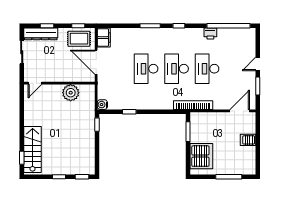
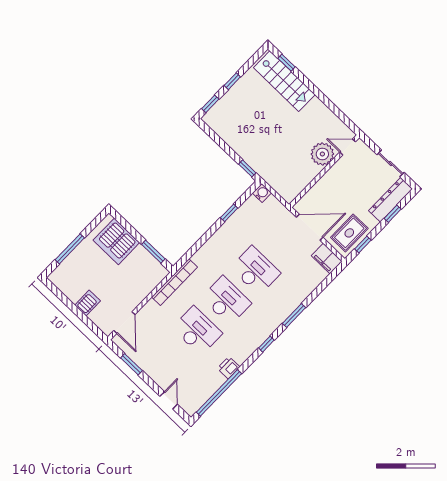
door: (258, 64) -> (169, 400), moved
door: (35, 83) -> (348, 147), hinge flipped
plant: (71, 93) -> (322, 154), moved

